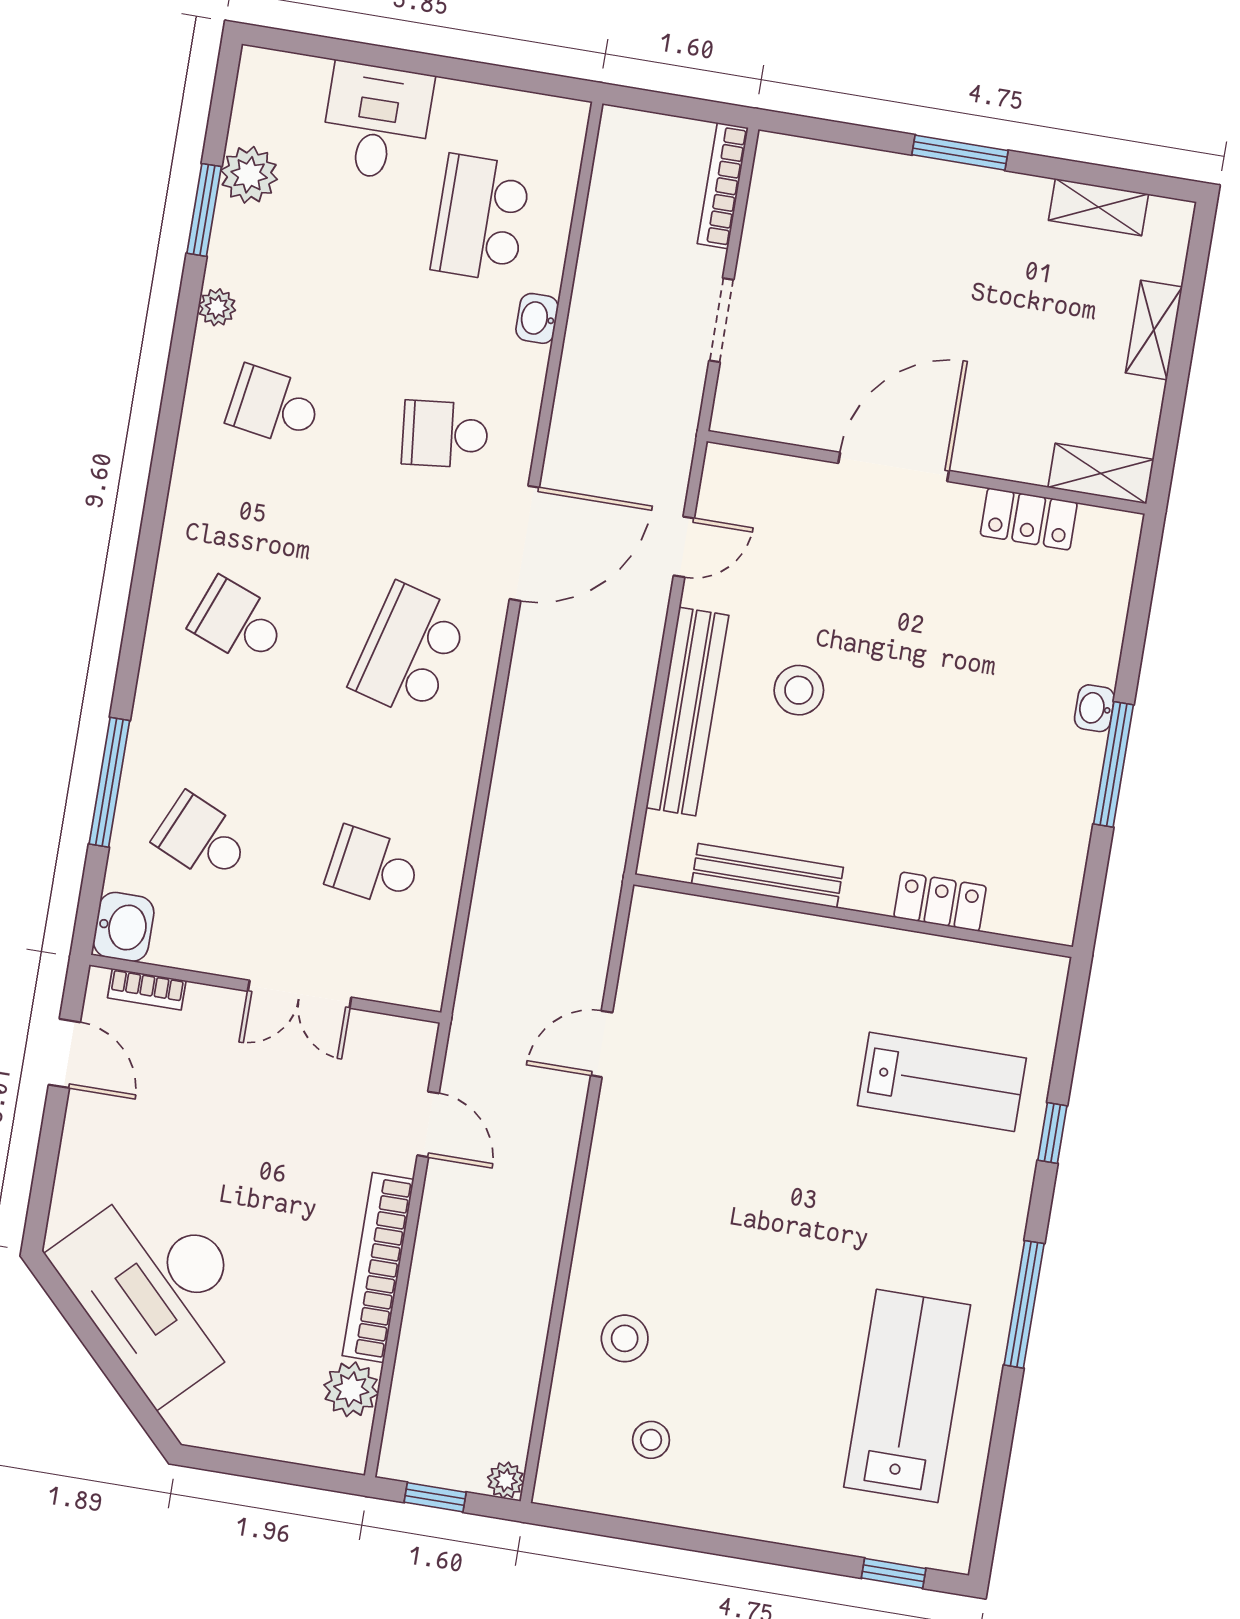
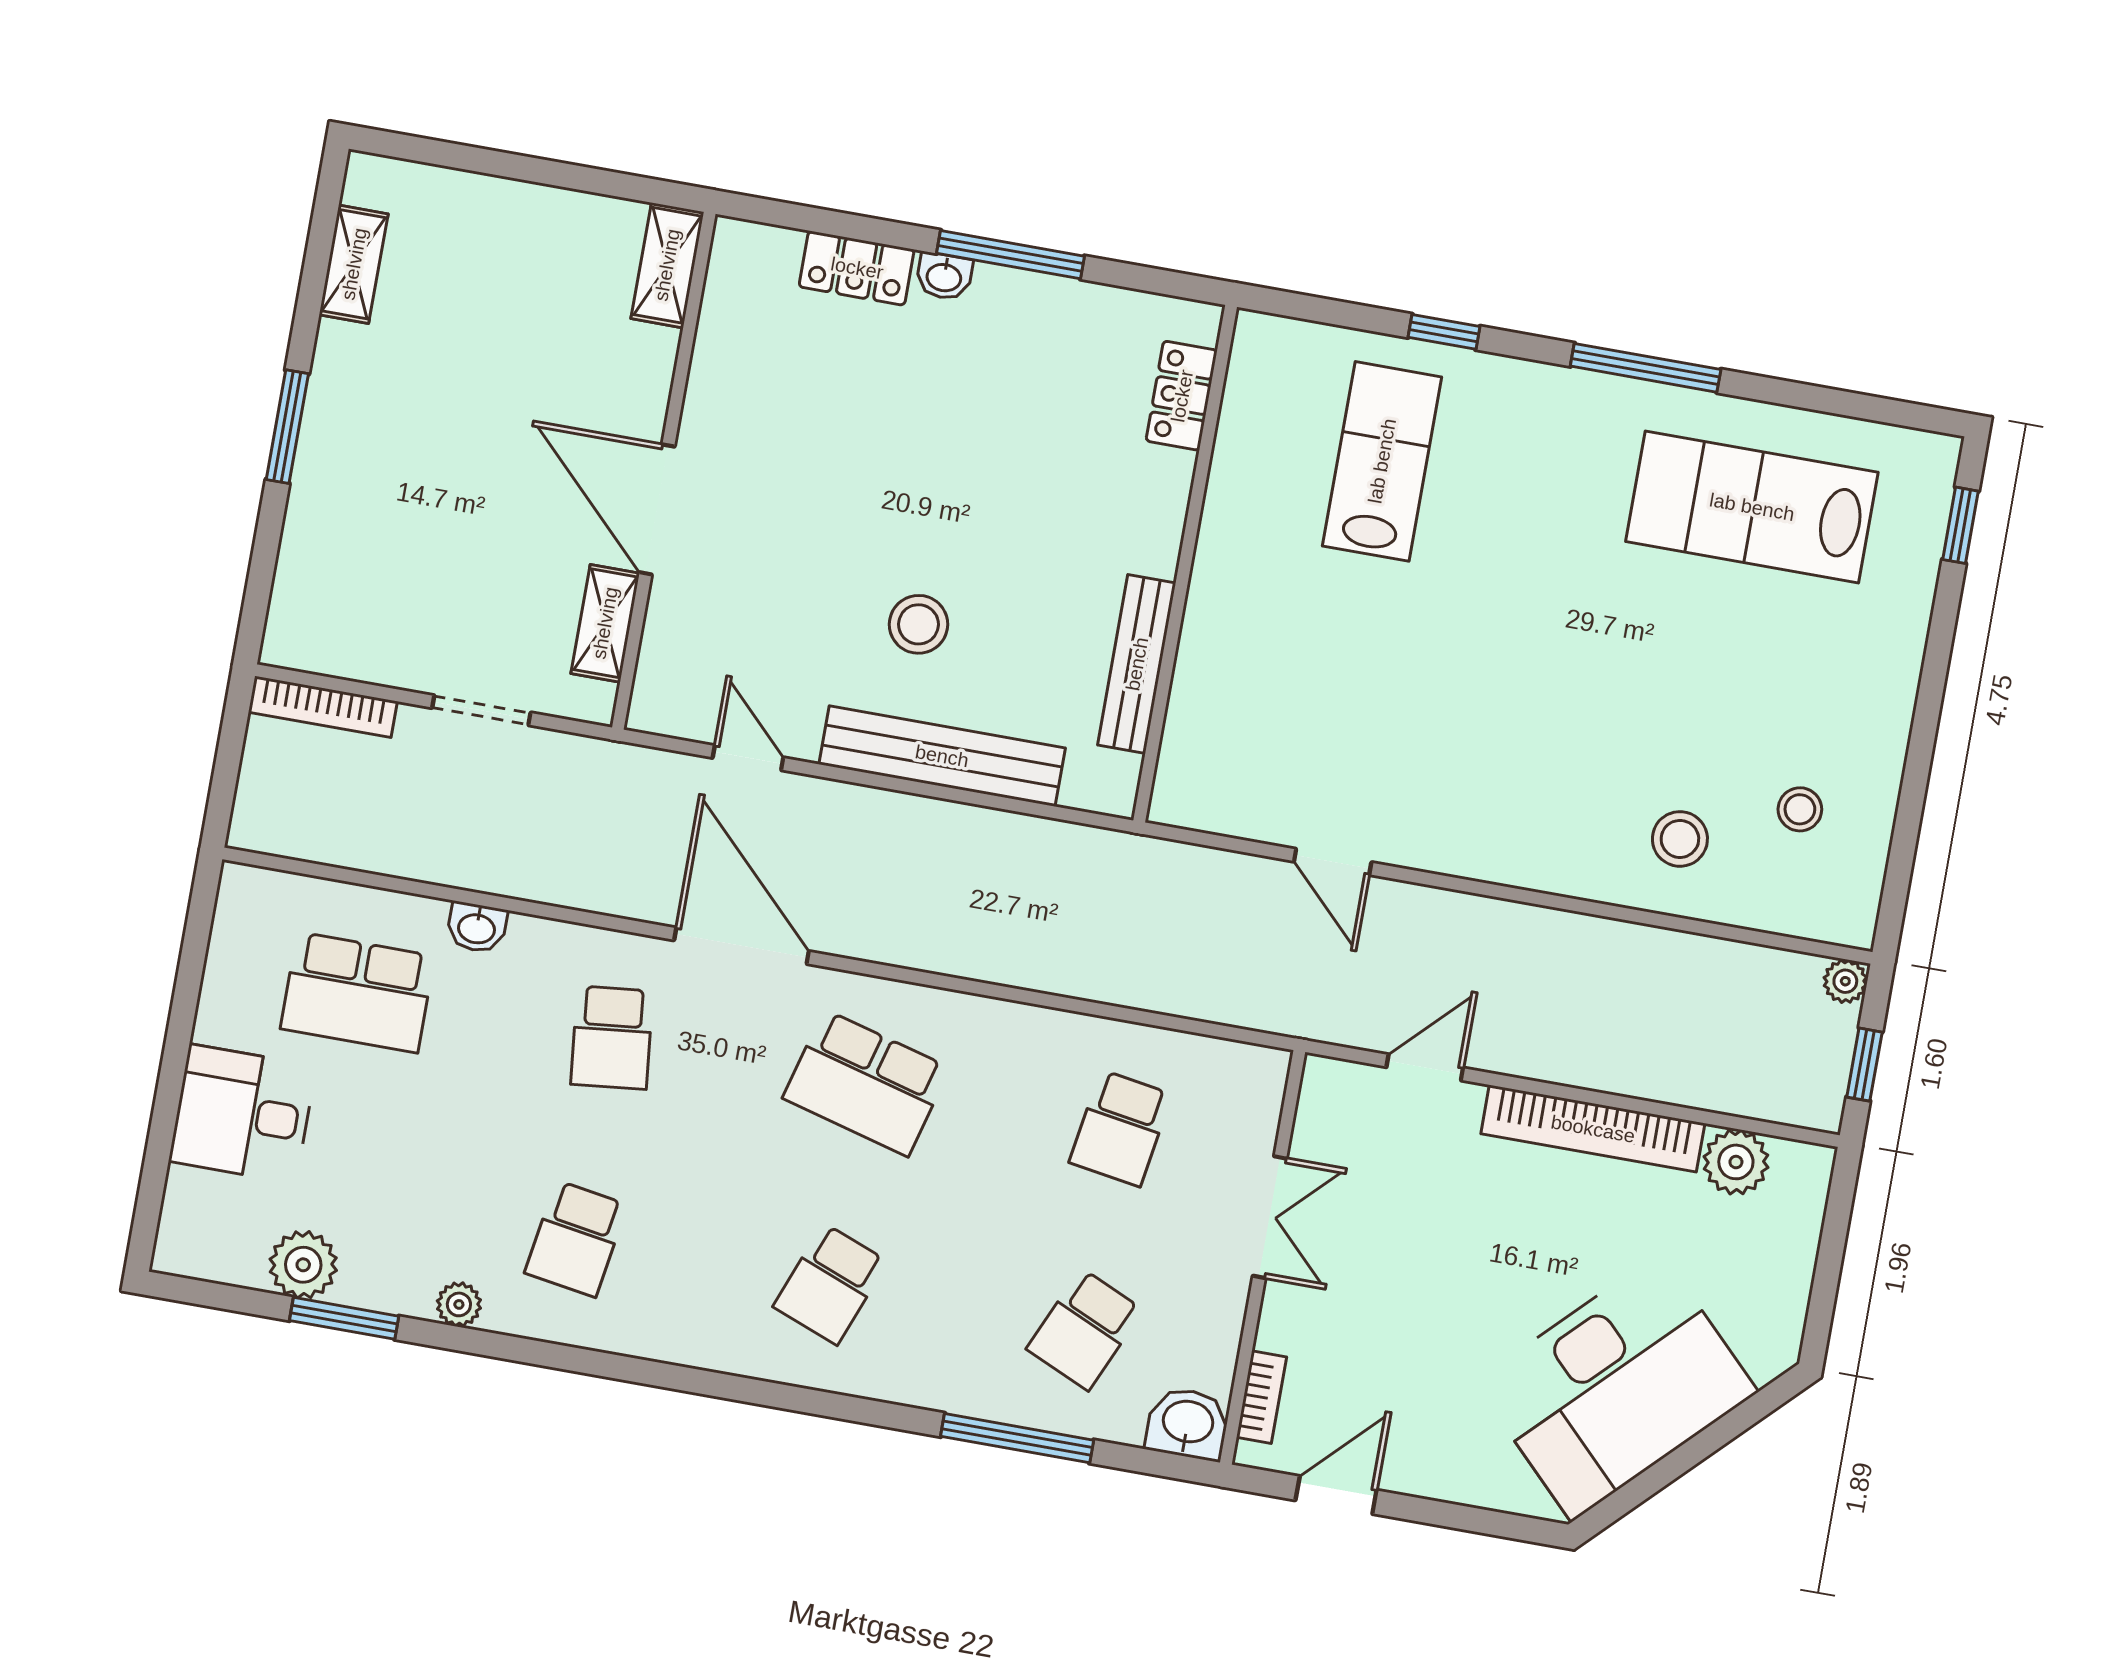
shelving: (1154, 330) -> (605, 623), moved, turned 90
locker: (1029, 519) -> (857, 268), moved, turned 90
locker: (940, 902) -> (1182, 396), moved

